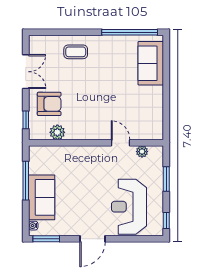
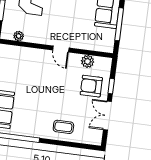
window: (26, 120) -> (111, 86), moved
door: (121, 143) -> (61, 49), moved

